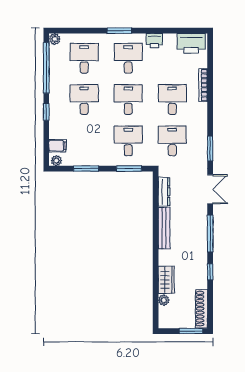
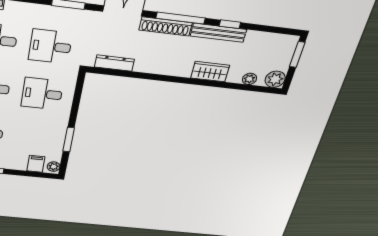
window: (129, 169) -> (77, 97), removed
bench: (164, 228) -> (218, 33), moved
wardrobe: (166, 280) -> (210, 72), moved
shoe rack: (201, 309) -> (166, 26), moved
plant: (166, 320) -> (275, 79), added

